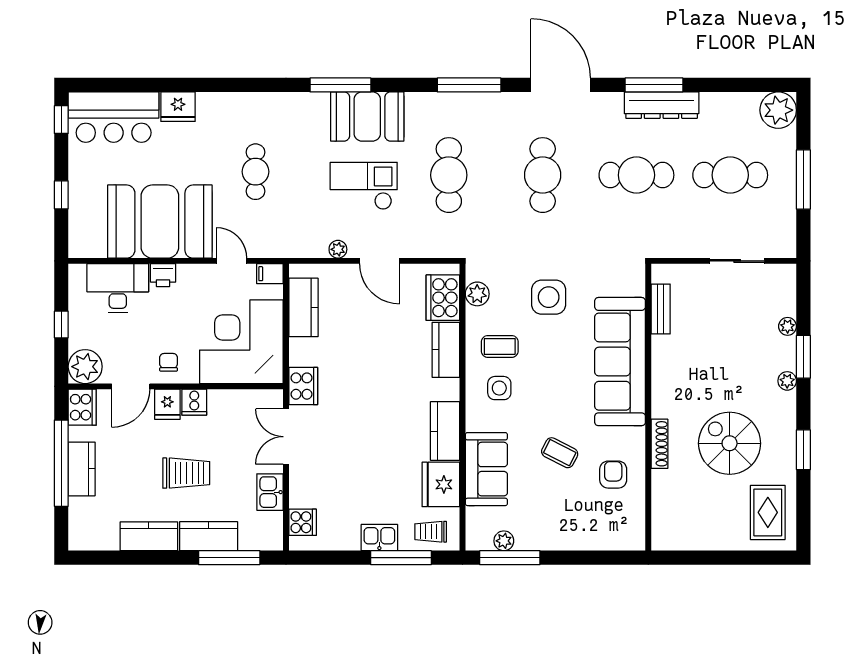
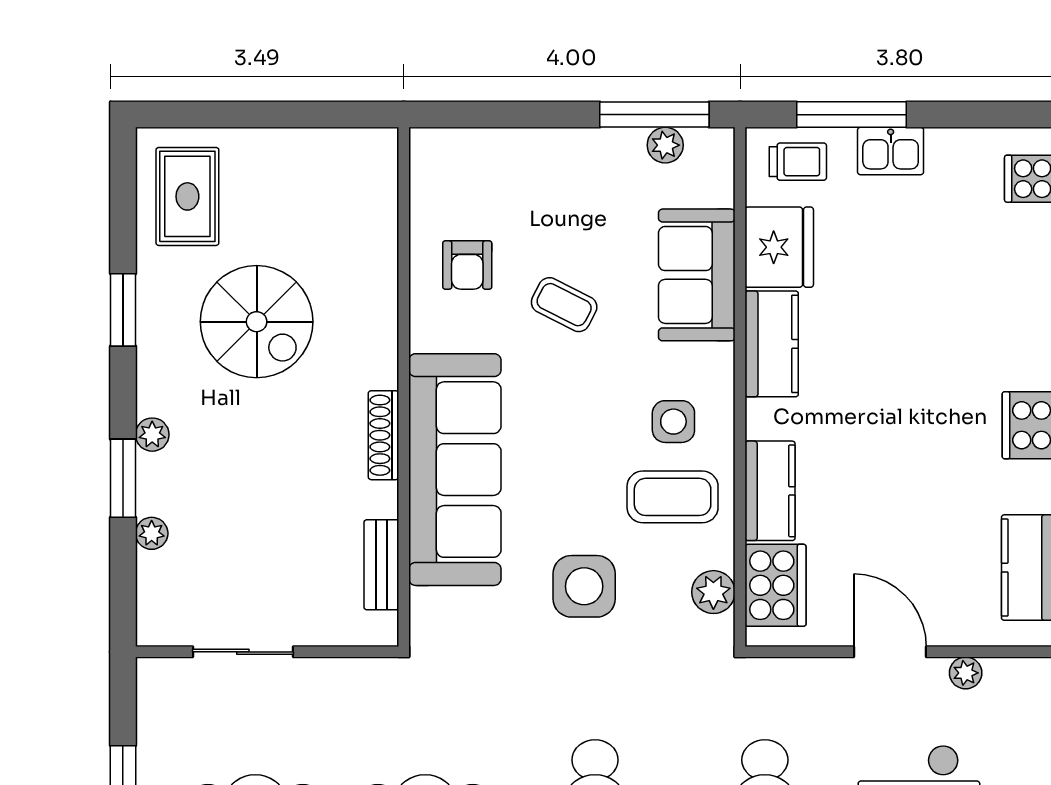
coffee table: (500, 346) -> (673, 497), width x1.36, depth x1.30
shoe rack: (659, 444) -> (384, 435), moved

